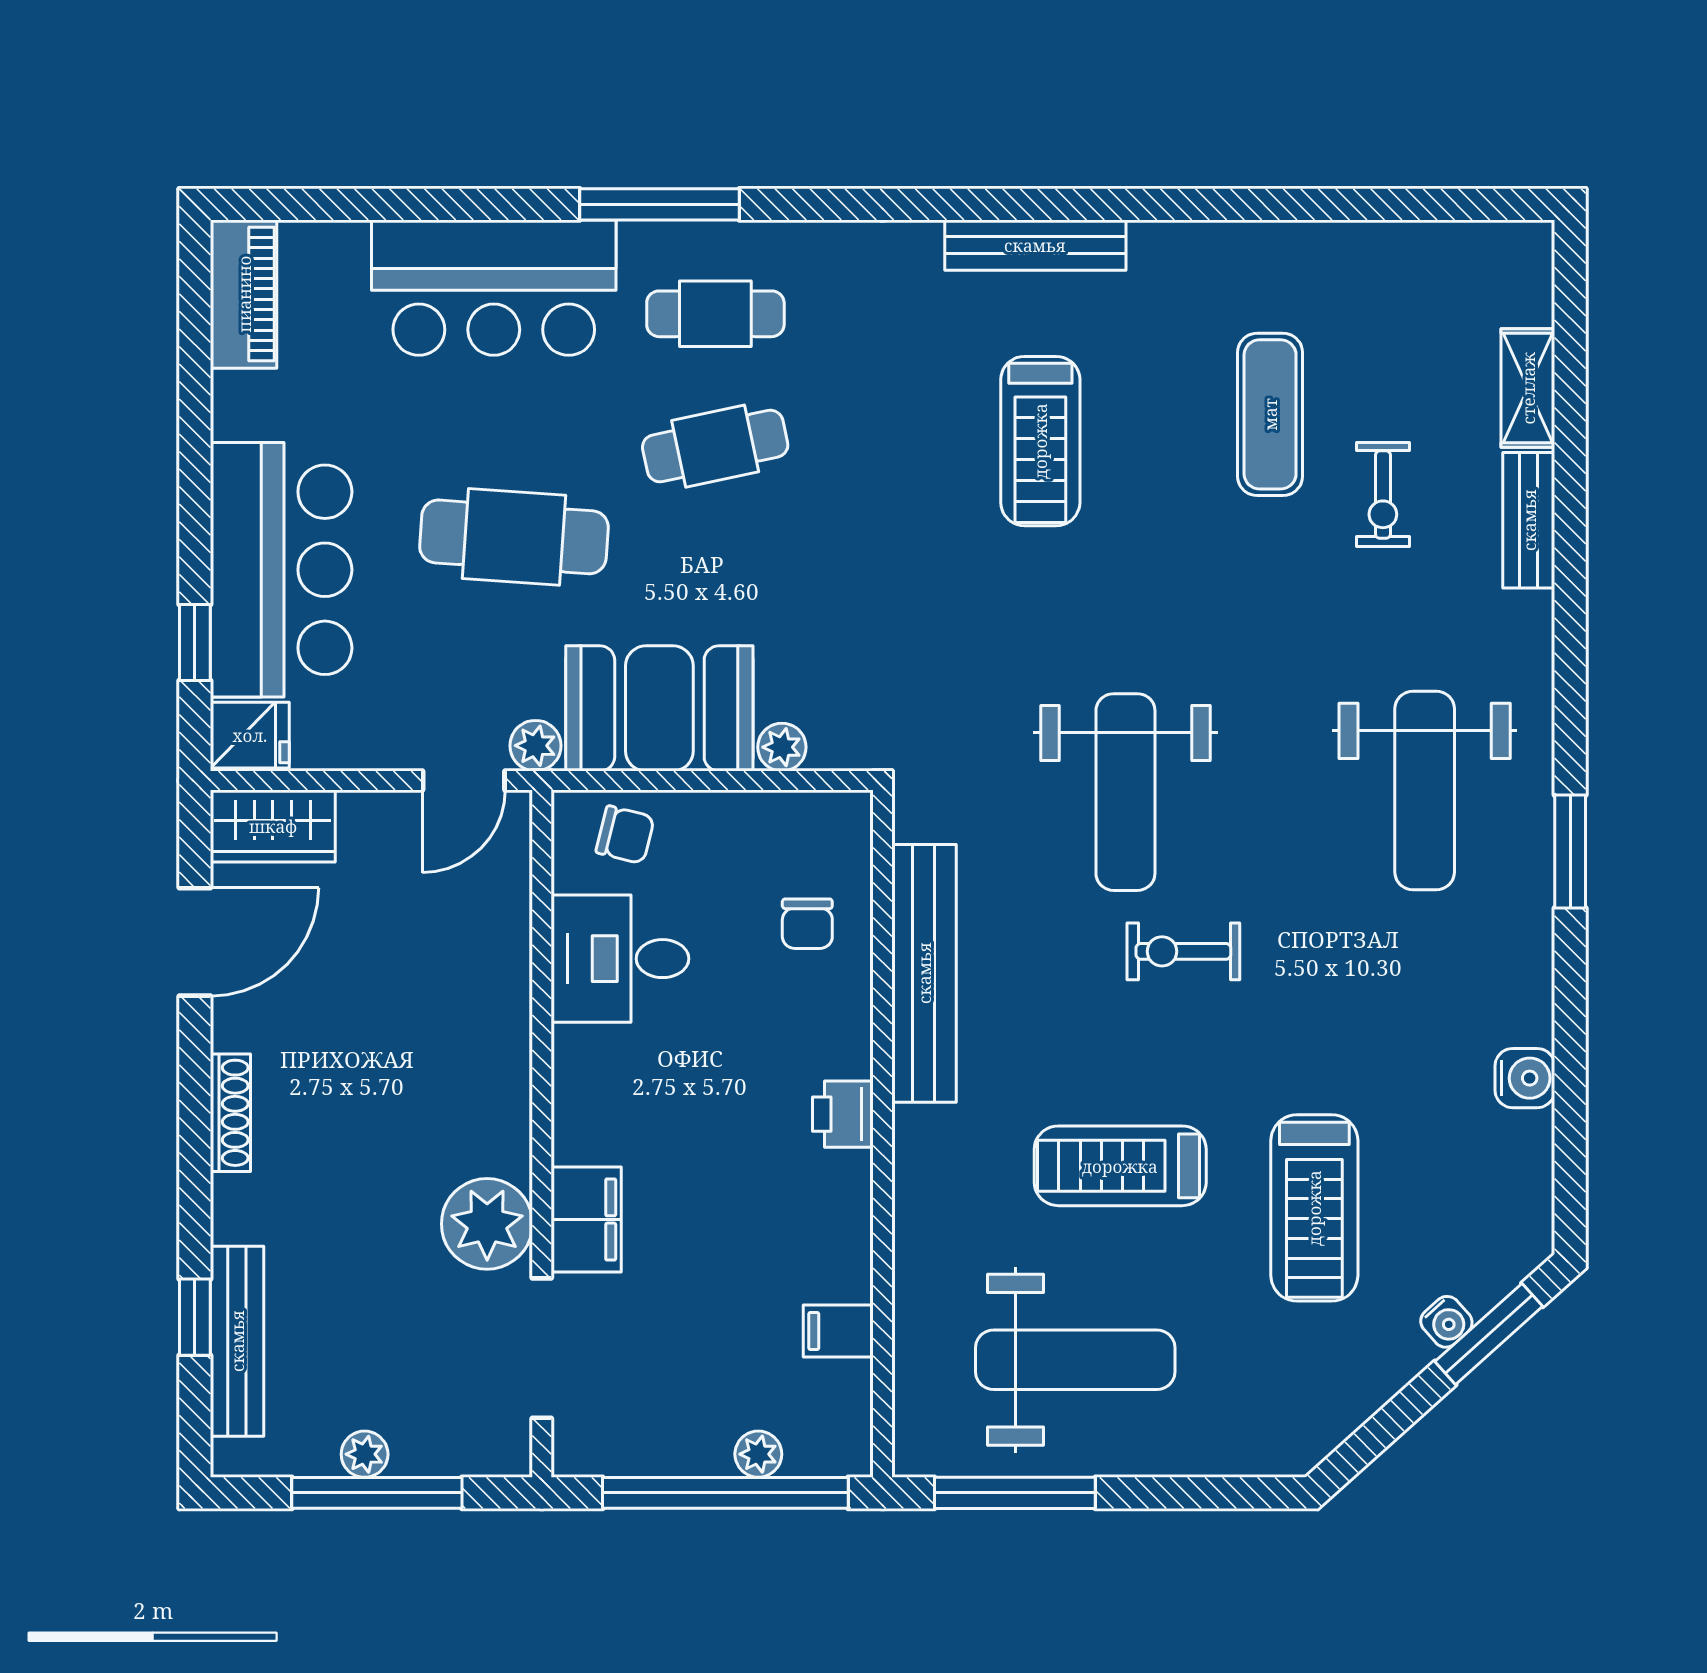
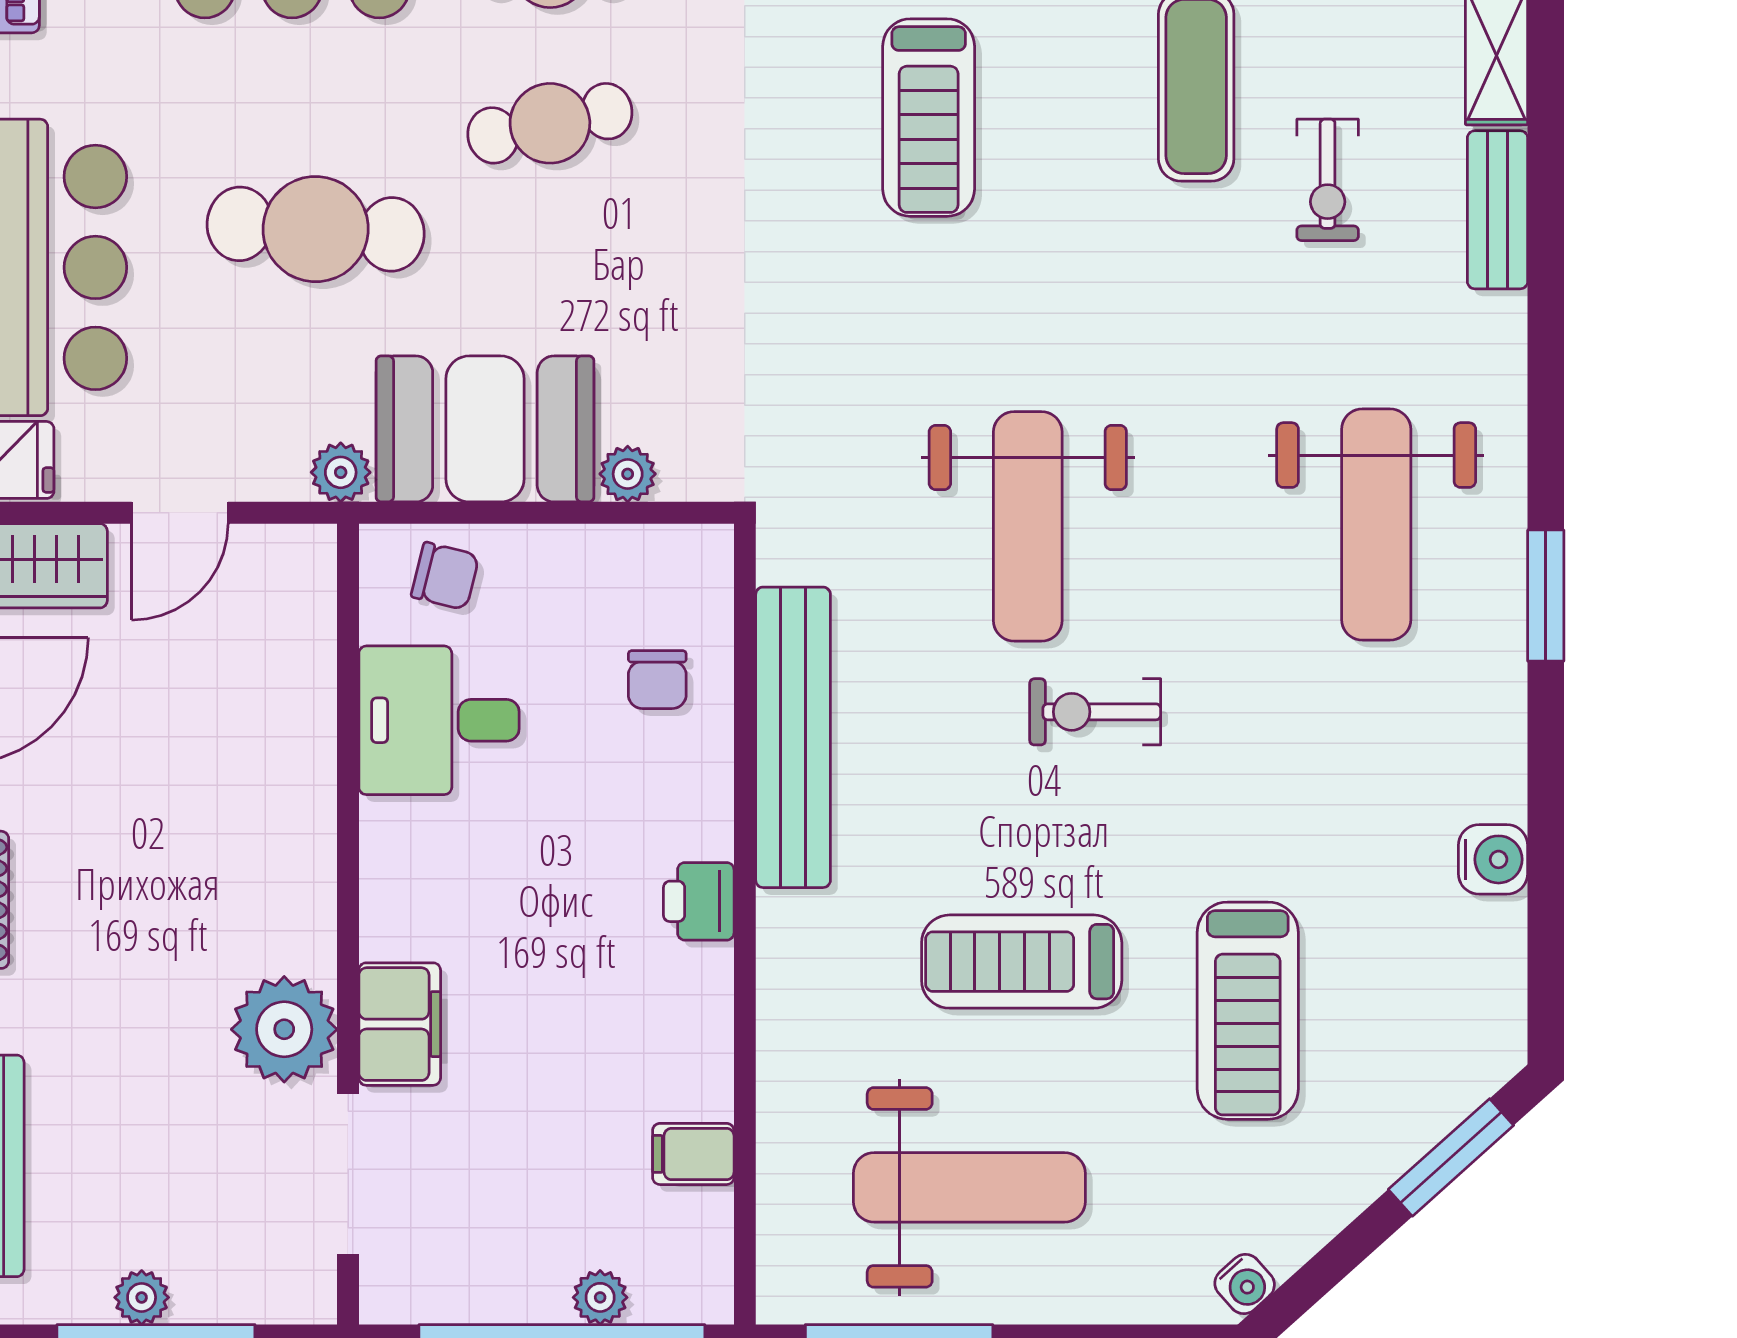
door: (464, 780) -> (180, 513), moved
water cooler: (1446, 1322) -> (1245, 1284), moved

